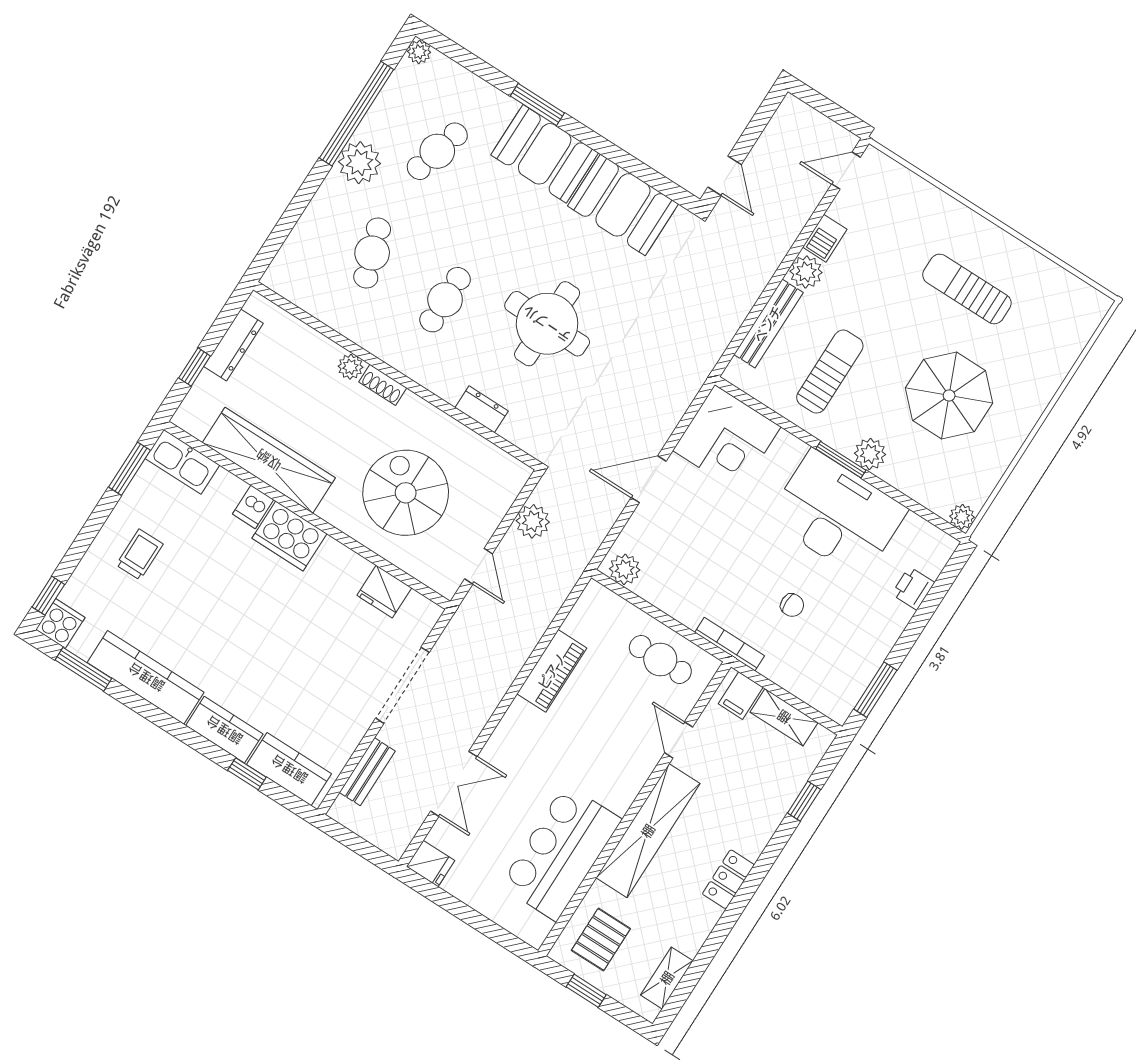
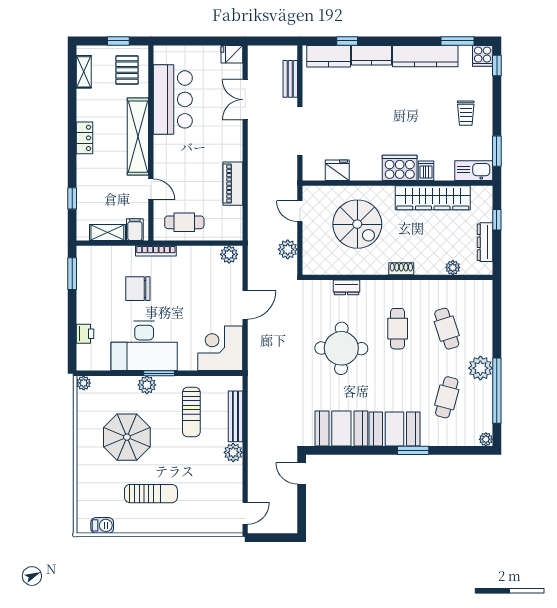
barbecue: (825, 238) -> (102, 525), moved, turned 90
plant: (350, 367) -> (453, 268), moved
chair: (792, 605) -> (138, 289), width x1.87, depth x1.87

